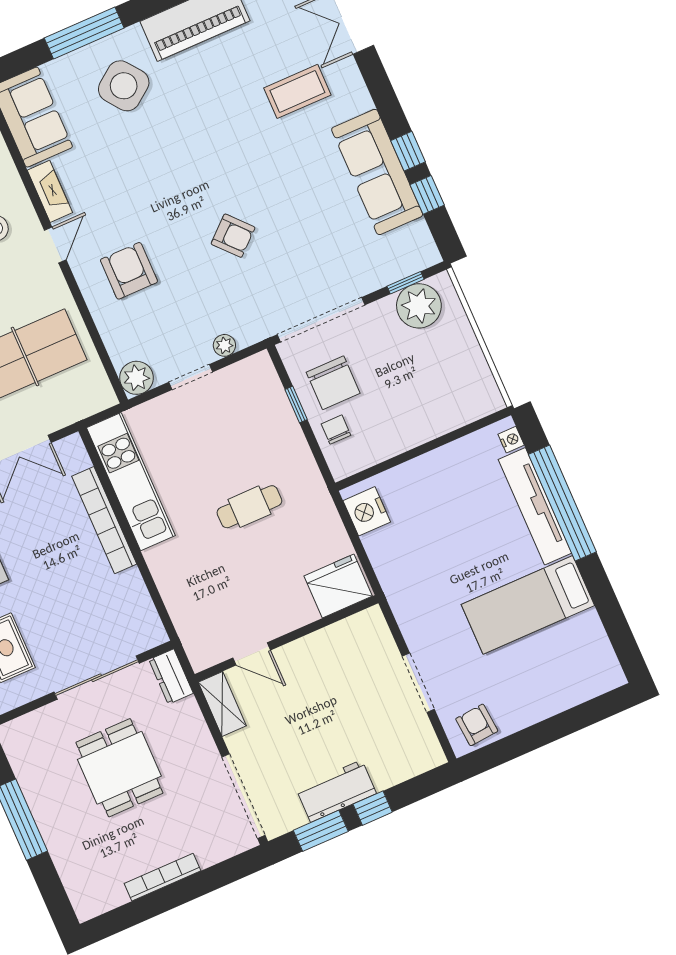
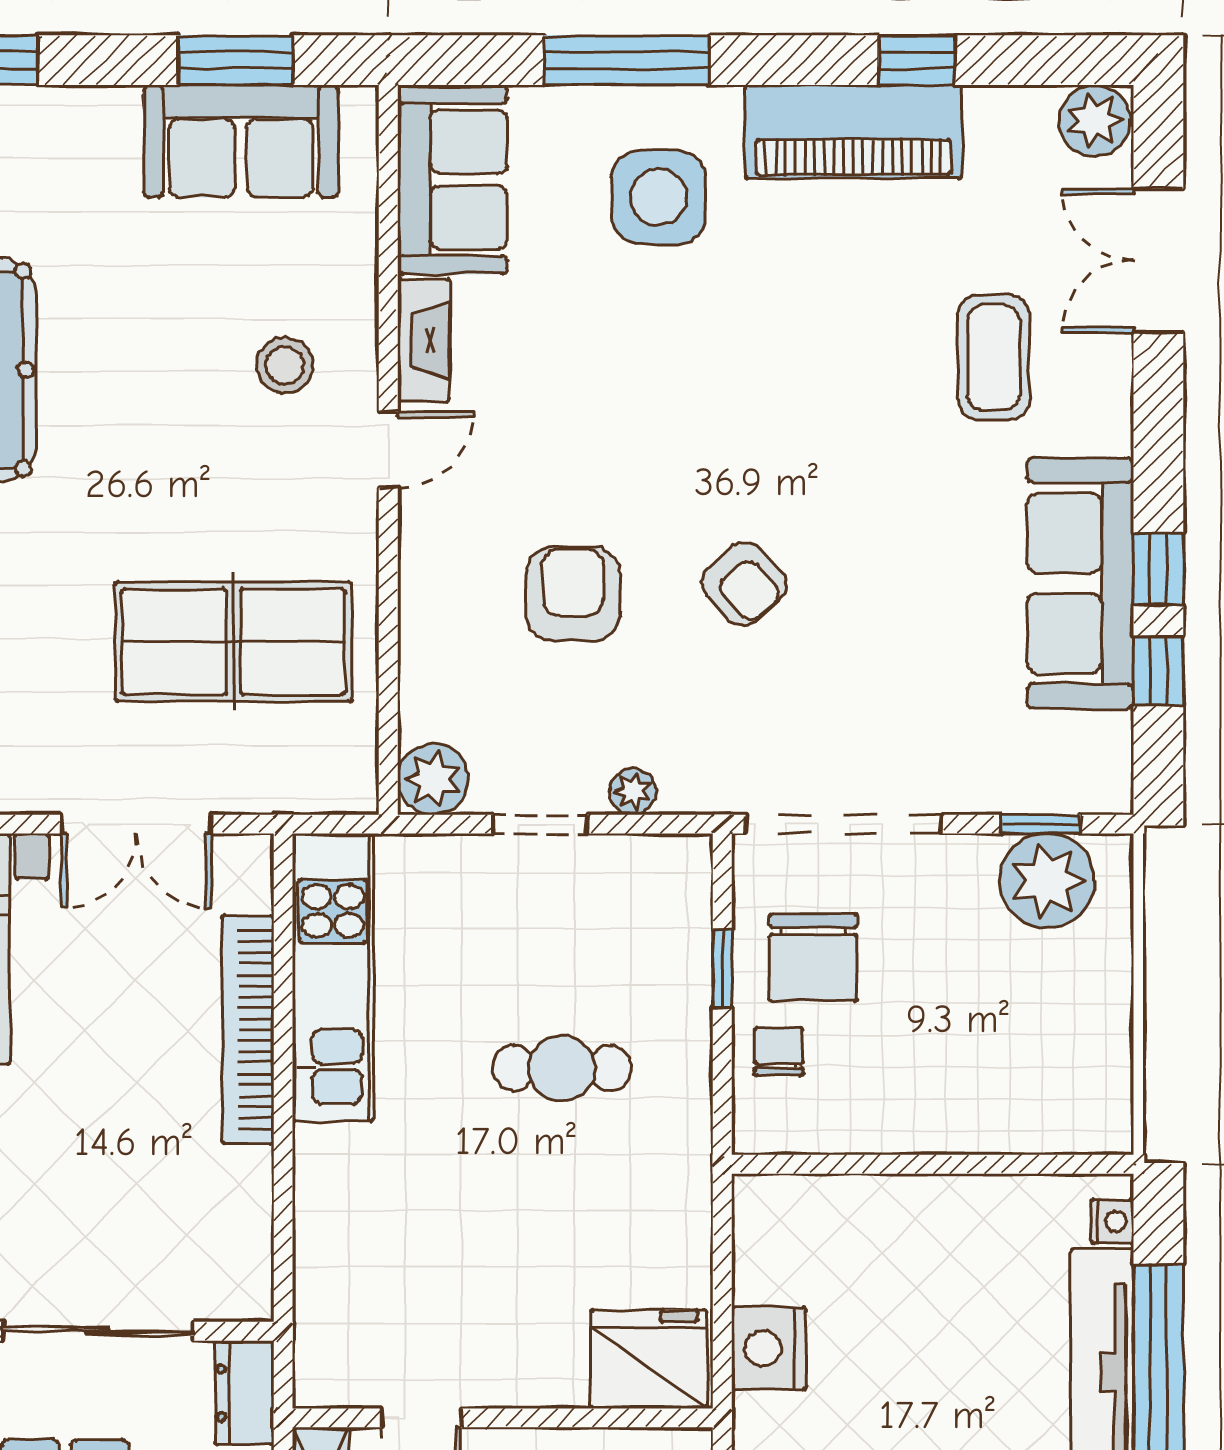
side table: (124, 86) -> (659, 197), turned 37
coffee table: (297, 91) -> (994, 357), turned 90
armchair: (129, 271) -> (573, 594), moved
cafe table: (249, 507) -> (562, 1068), moved
nightstand: (367, 511) -> (769, 1348), moved

